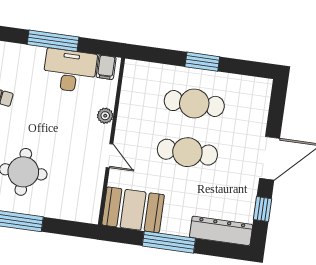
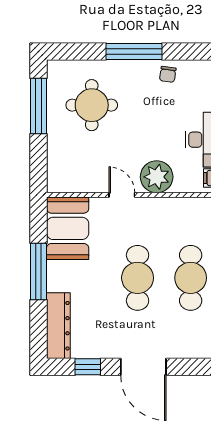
plant: (105, 116) -> (157, 177), width x1.88, depth x1.88
door: (109, 156) -> (122, 195), swing flipped

